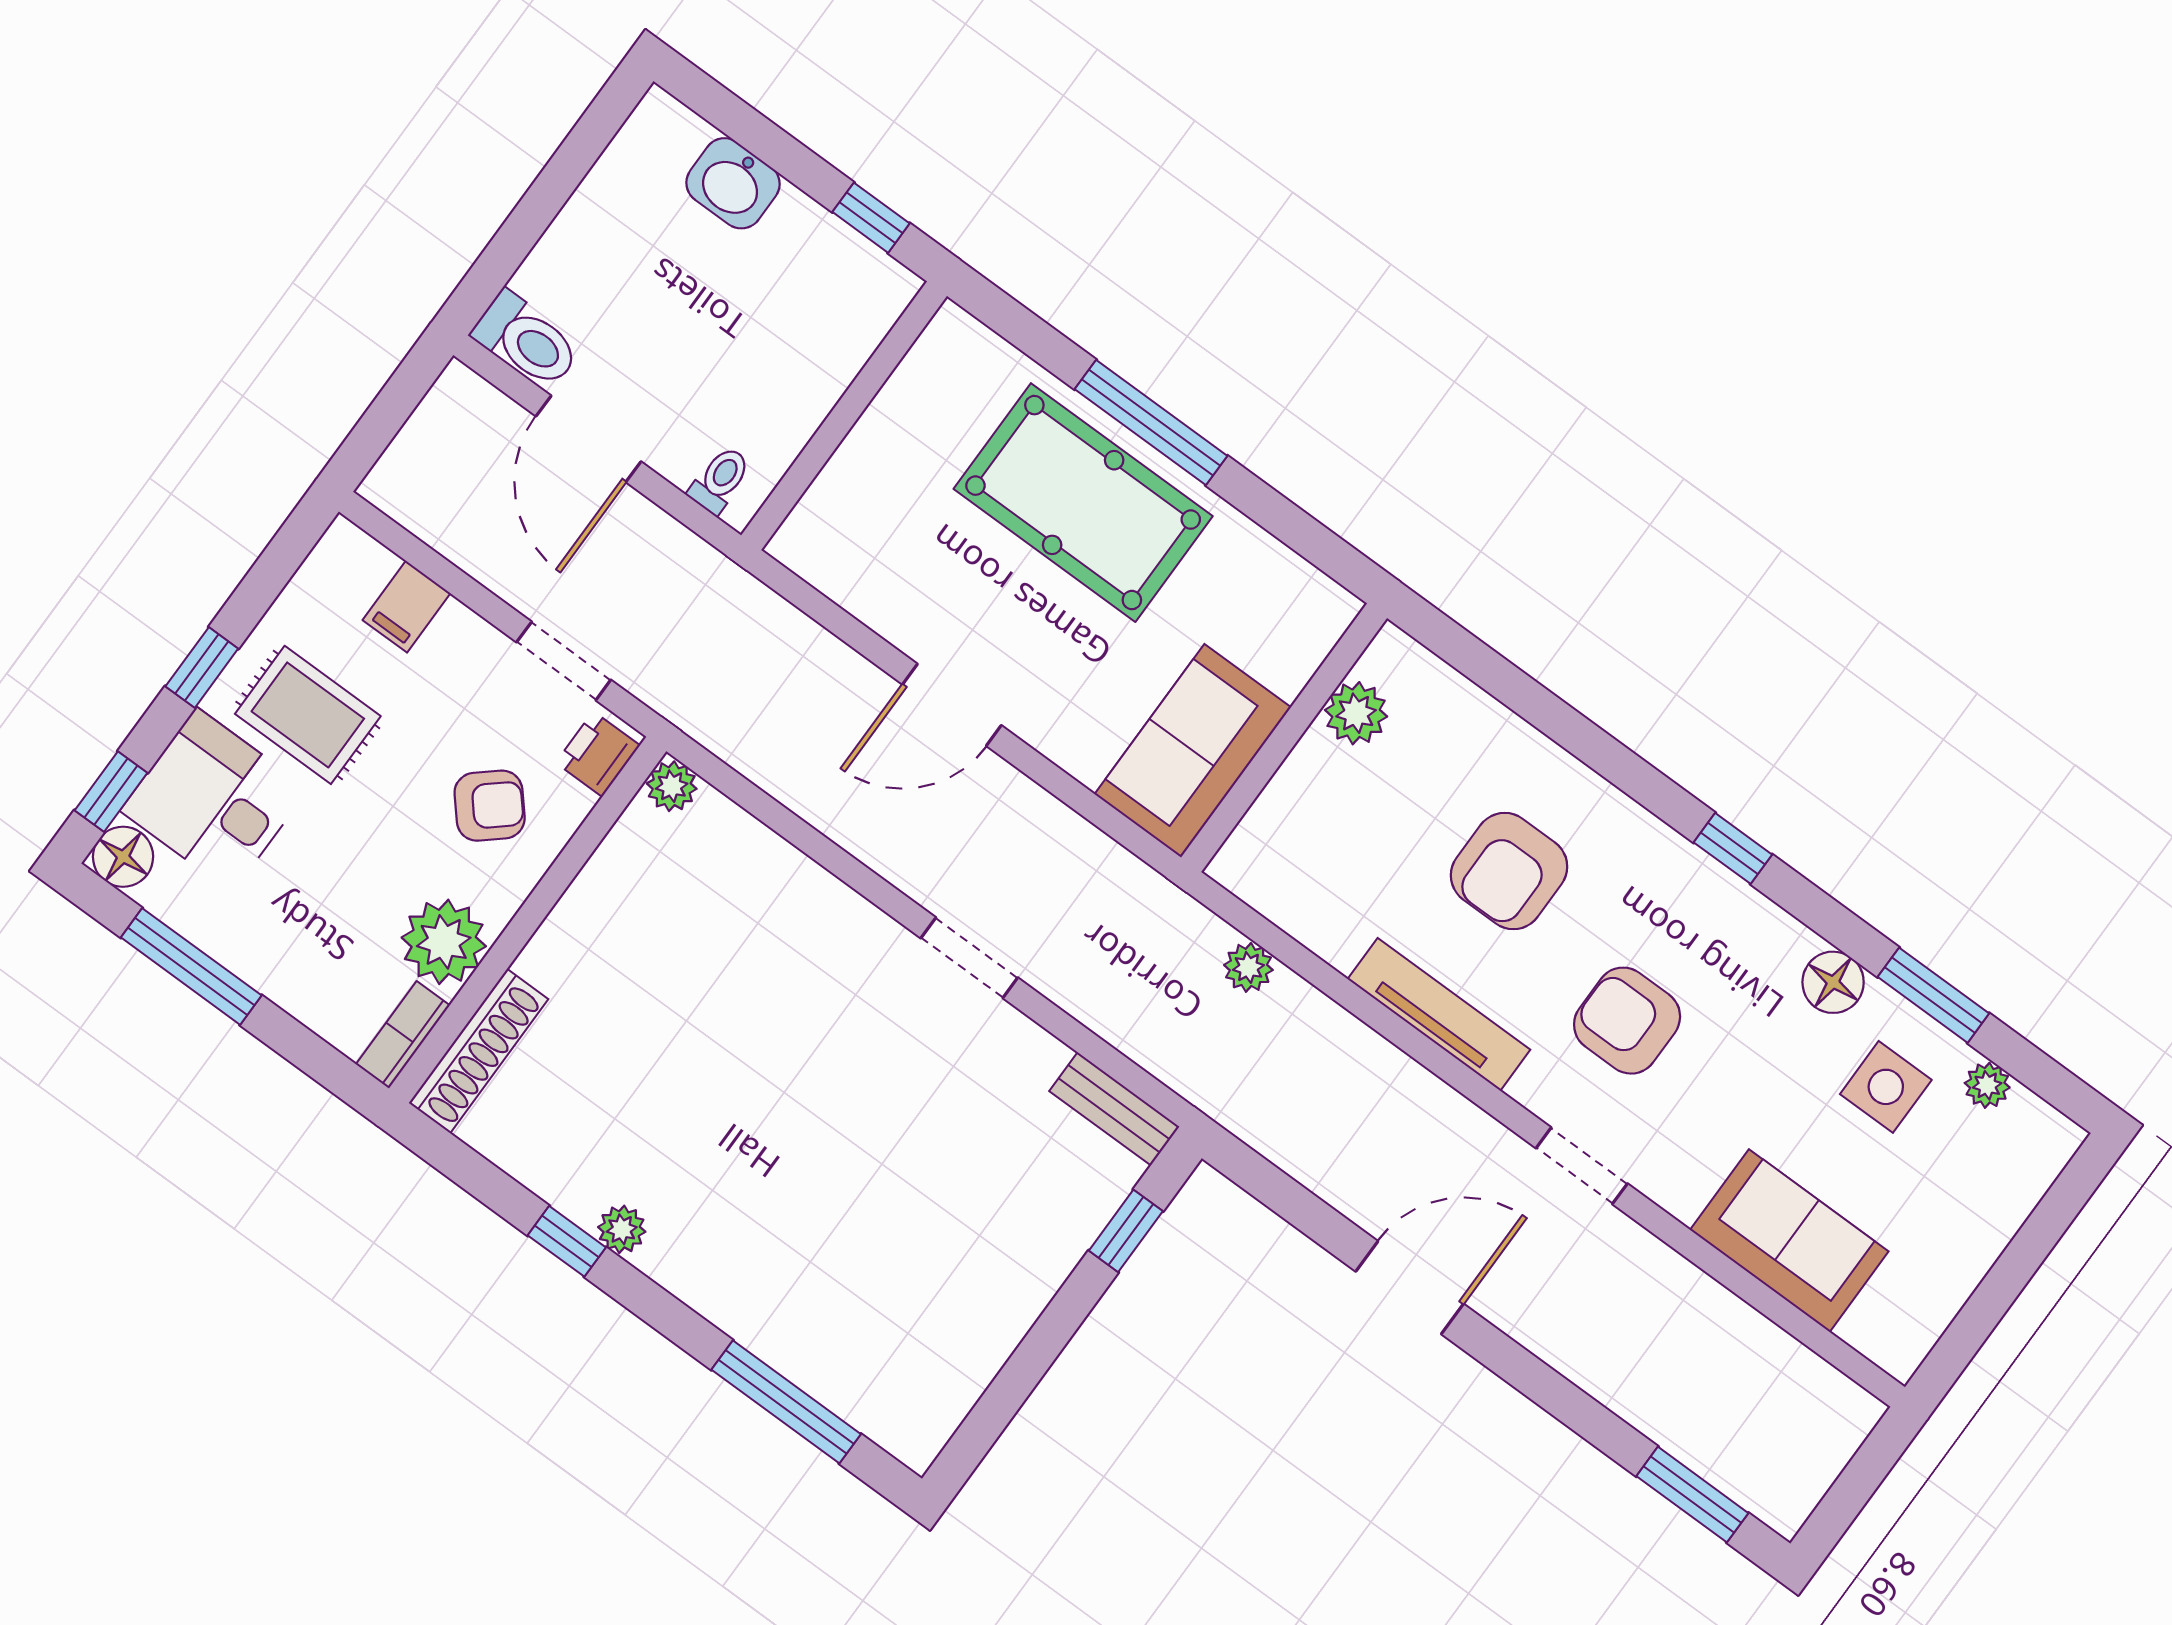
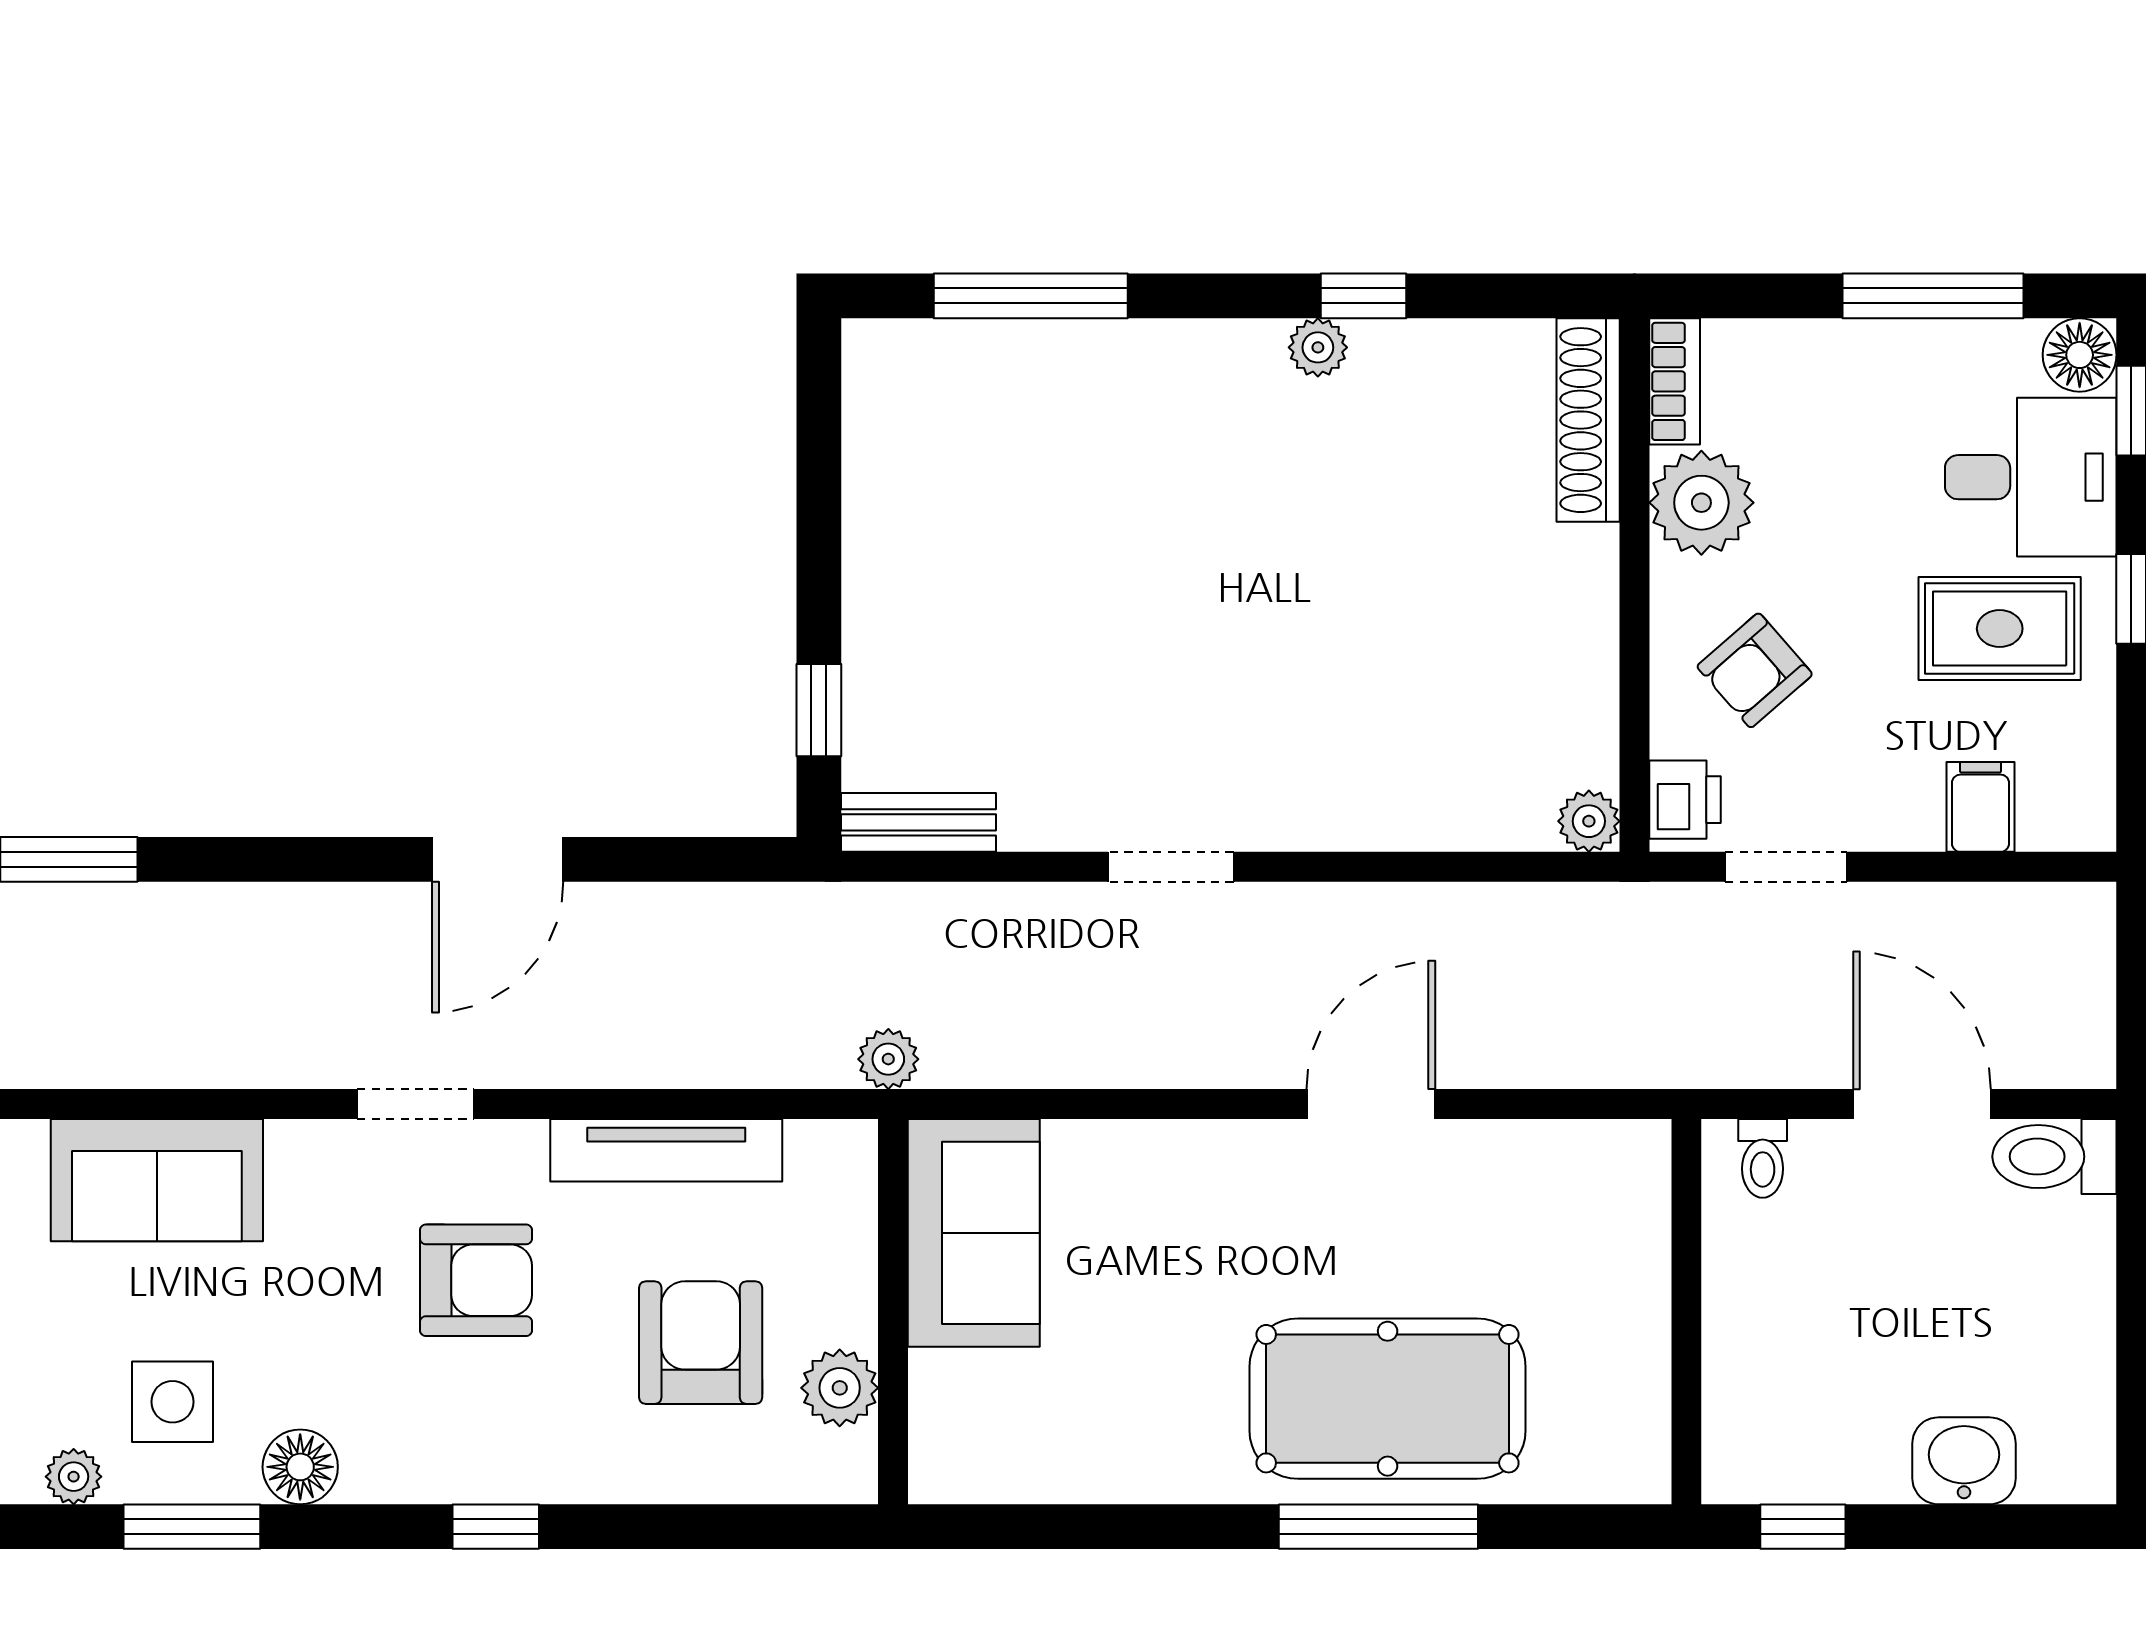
plant: (1356, 713) -> (840, 1388), moved
wall: (1284, 738) -> (893, 1312), moved
sofa: (1193, 751) -> (974, 1233), moved

